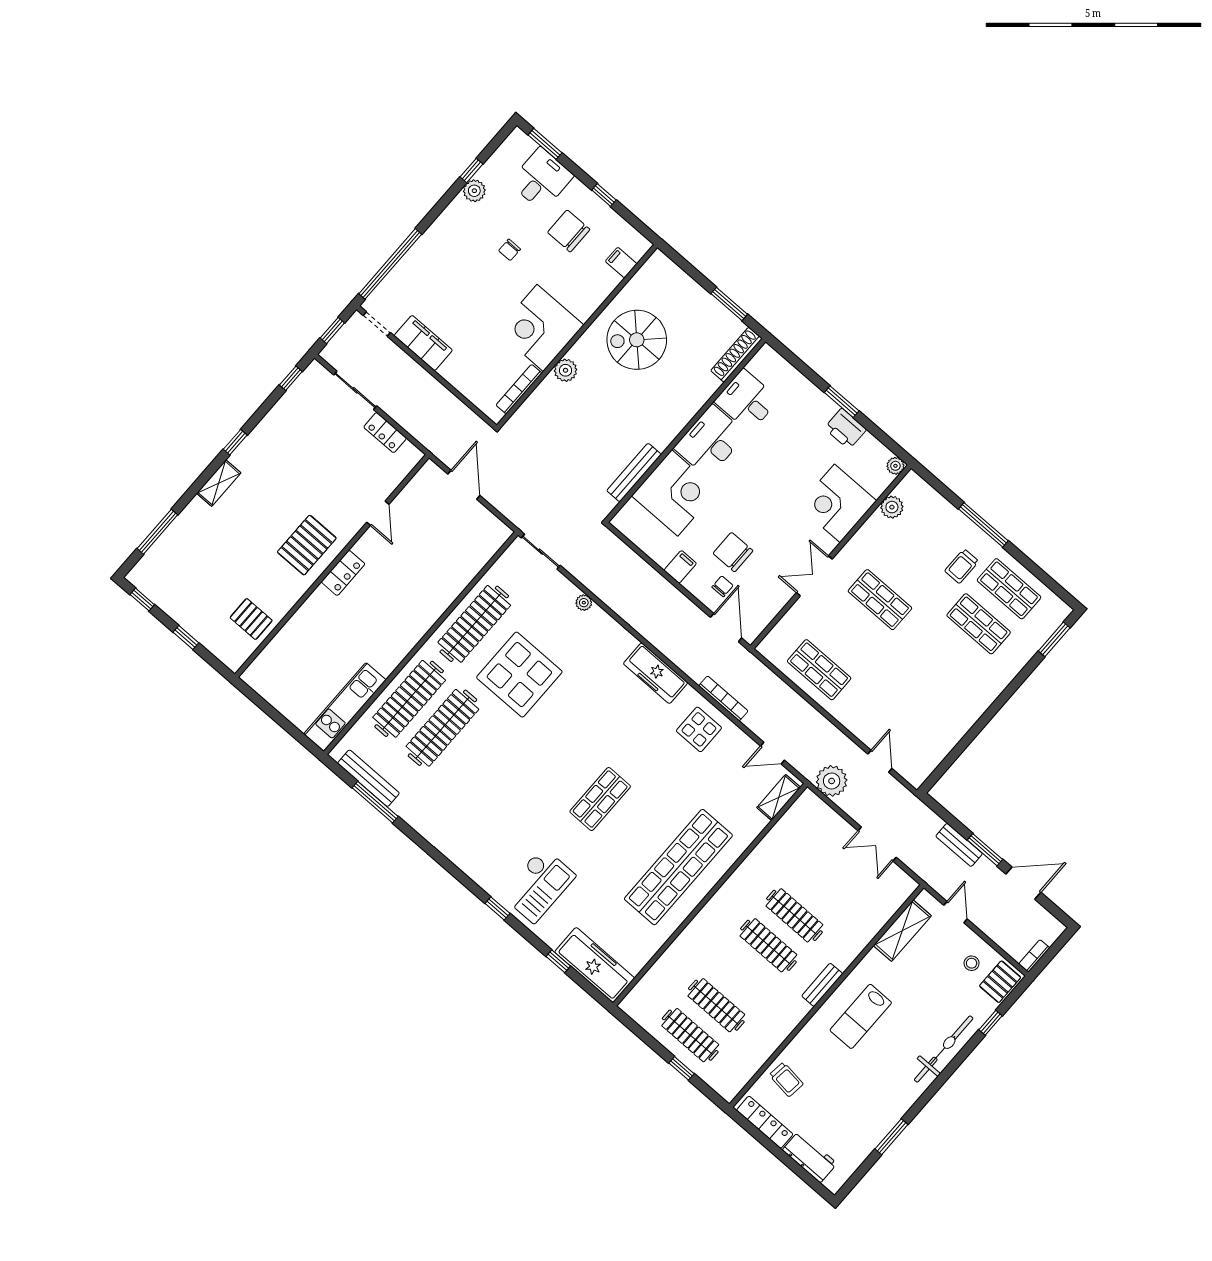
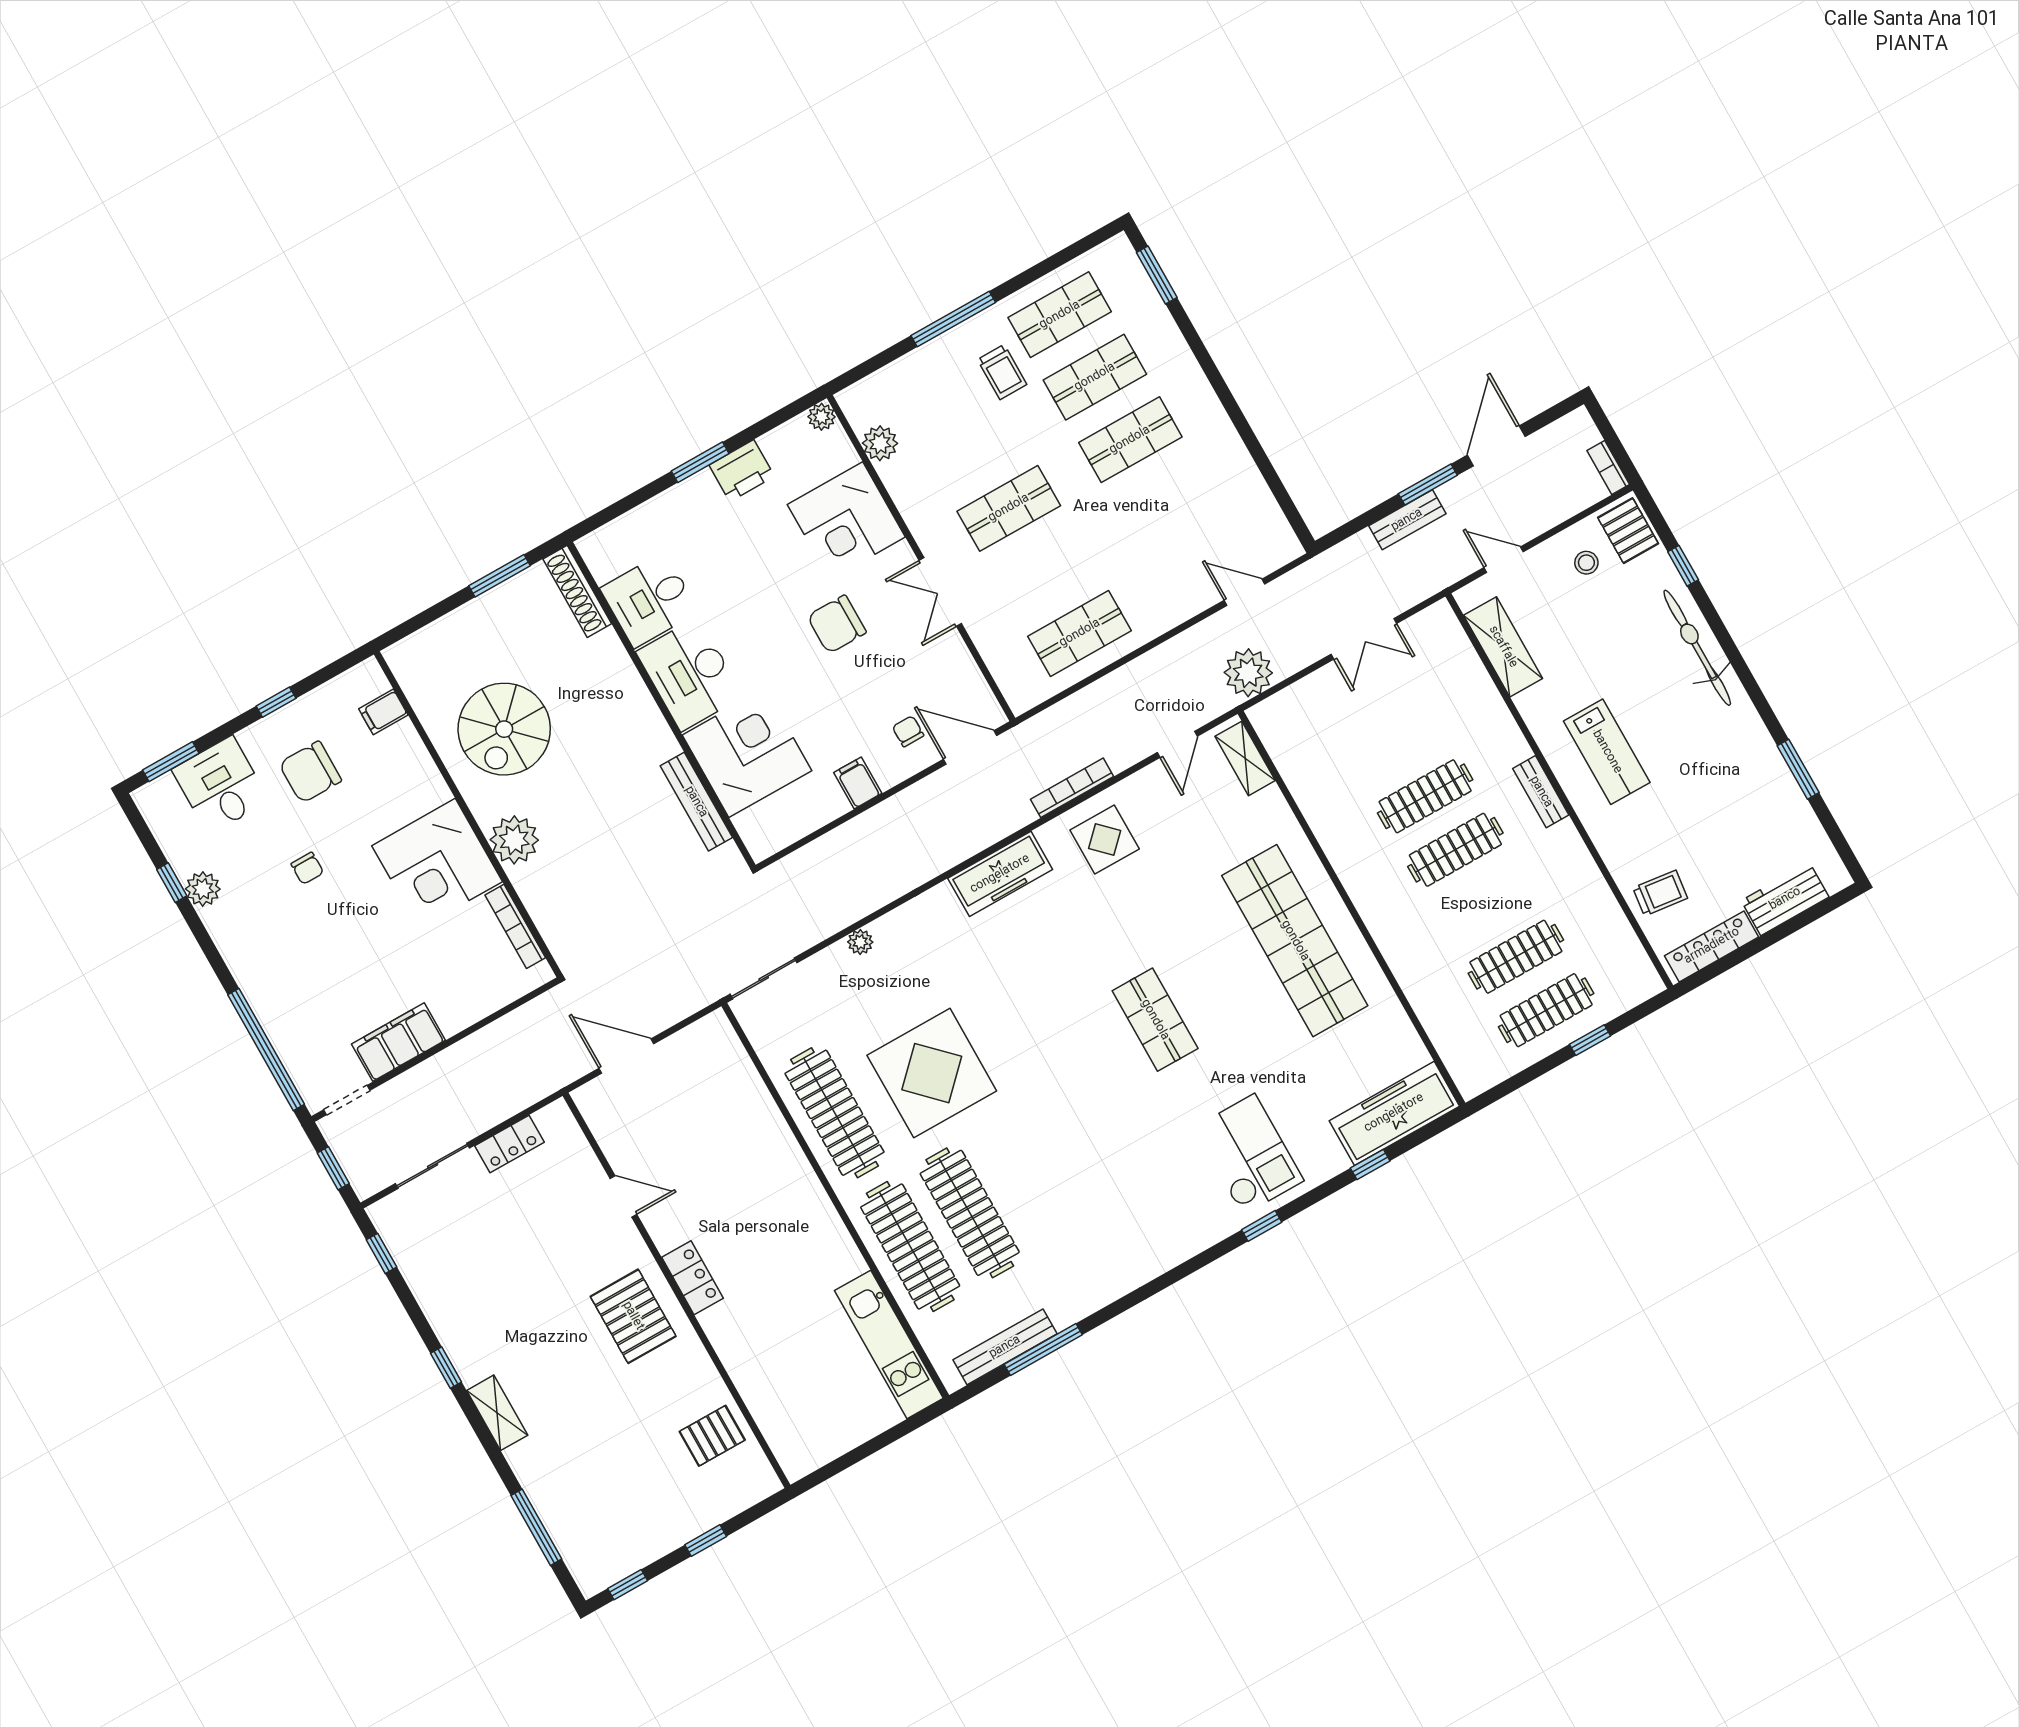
plant: (566, 370) -> (514, 840), width x1.36, depth x1.36
chair: (733, 552) -> (837, 624), moved
shop shelf: (948, 659) -> (1130, 440), added

